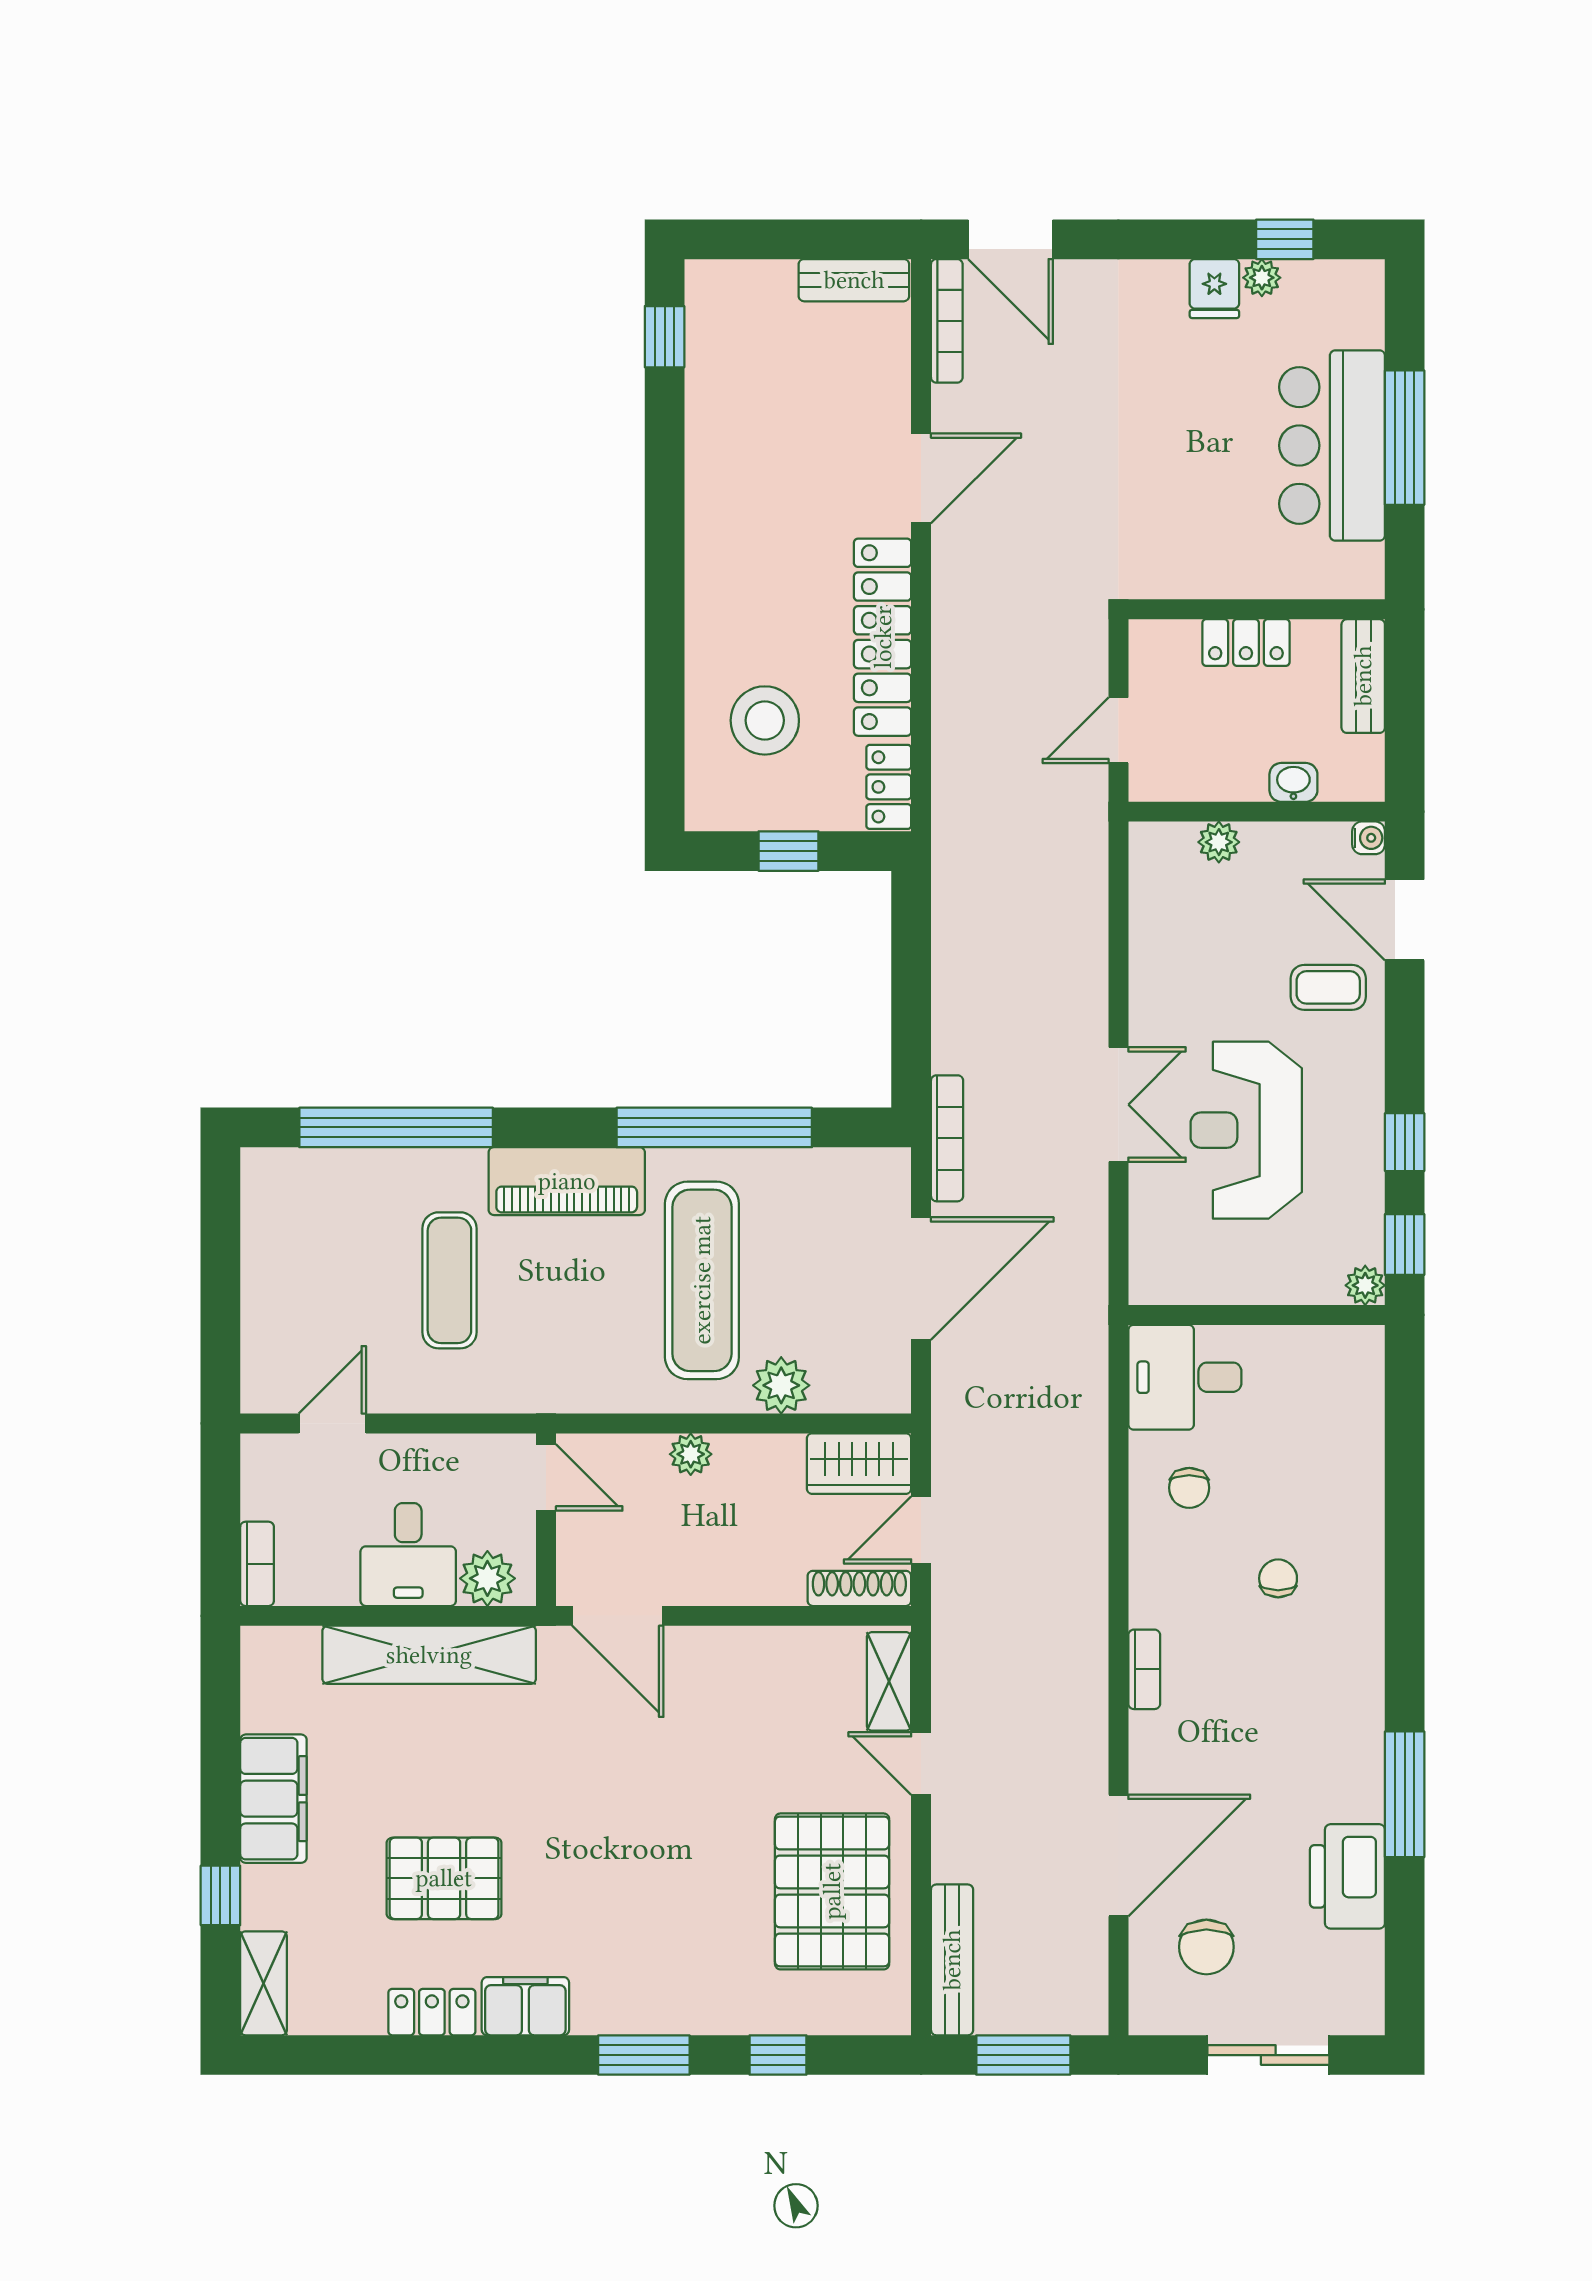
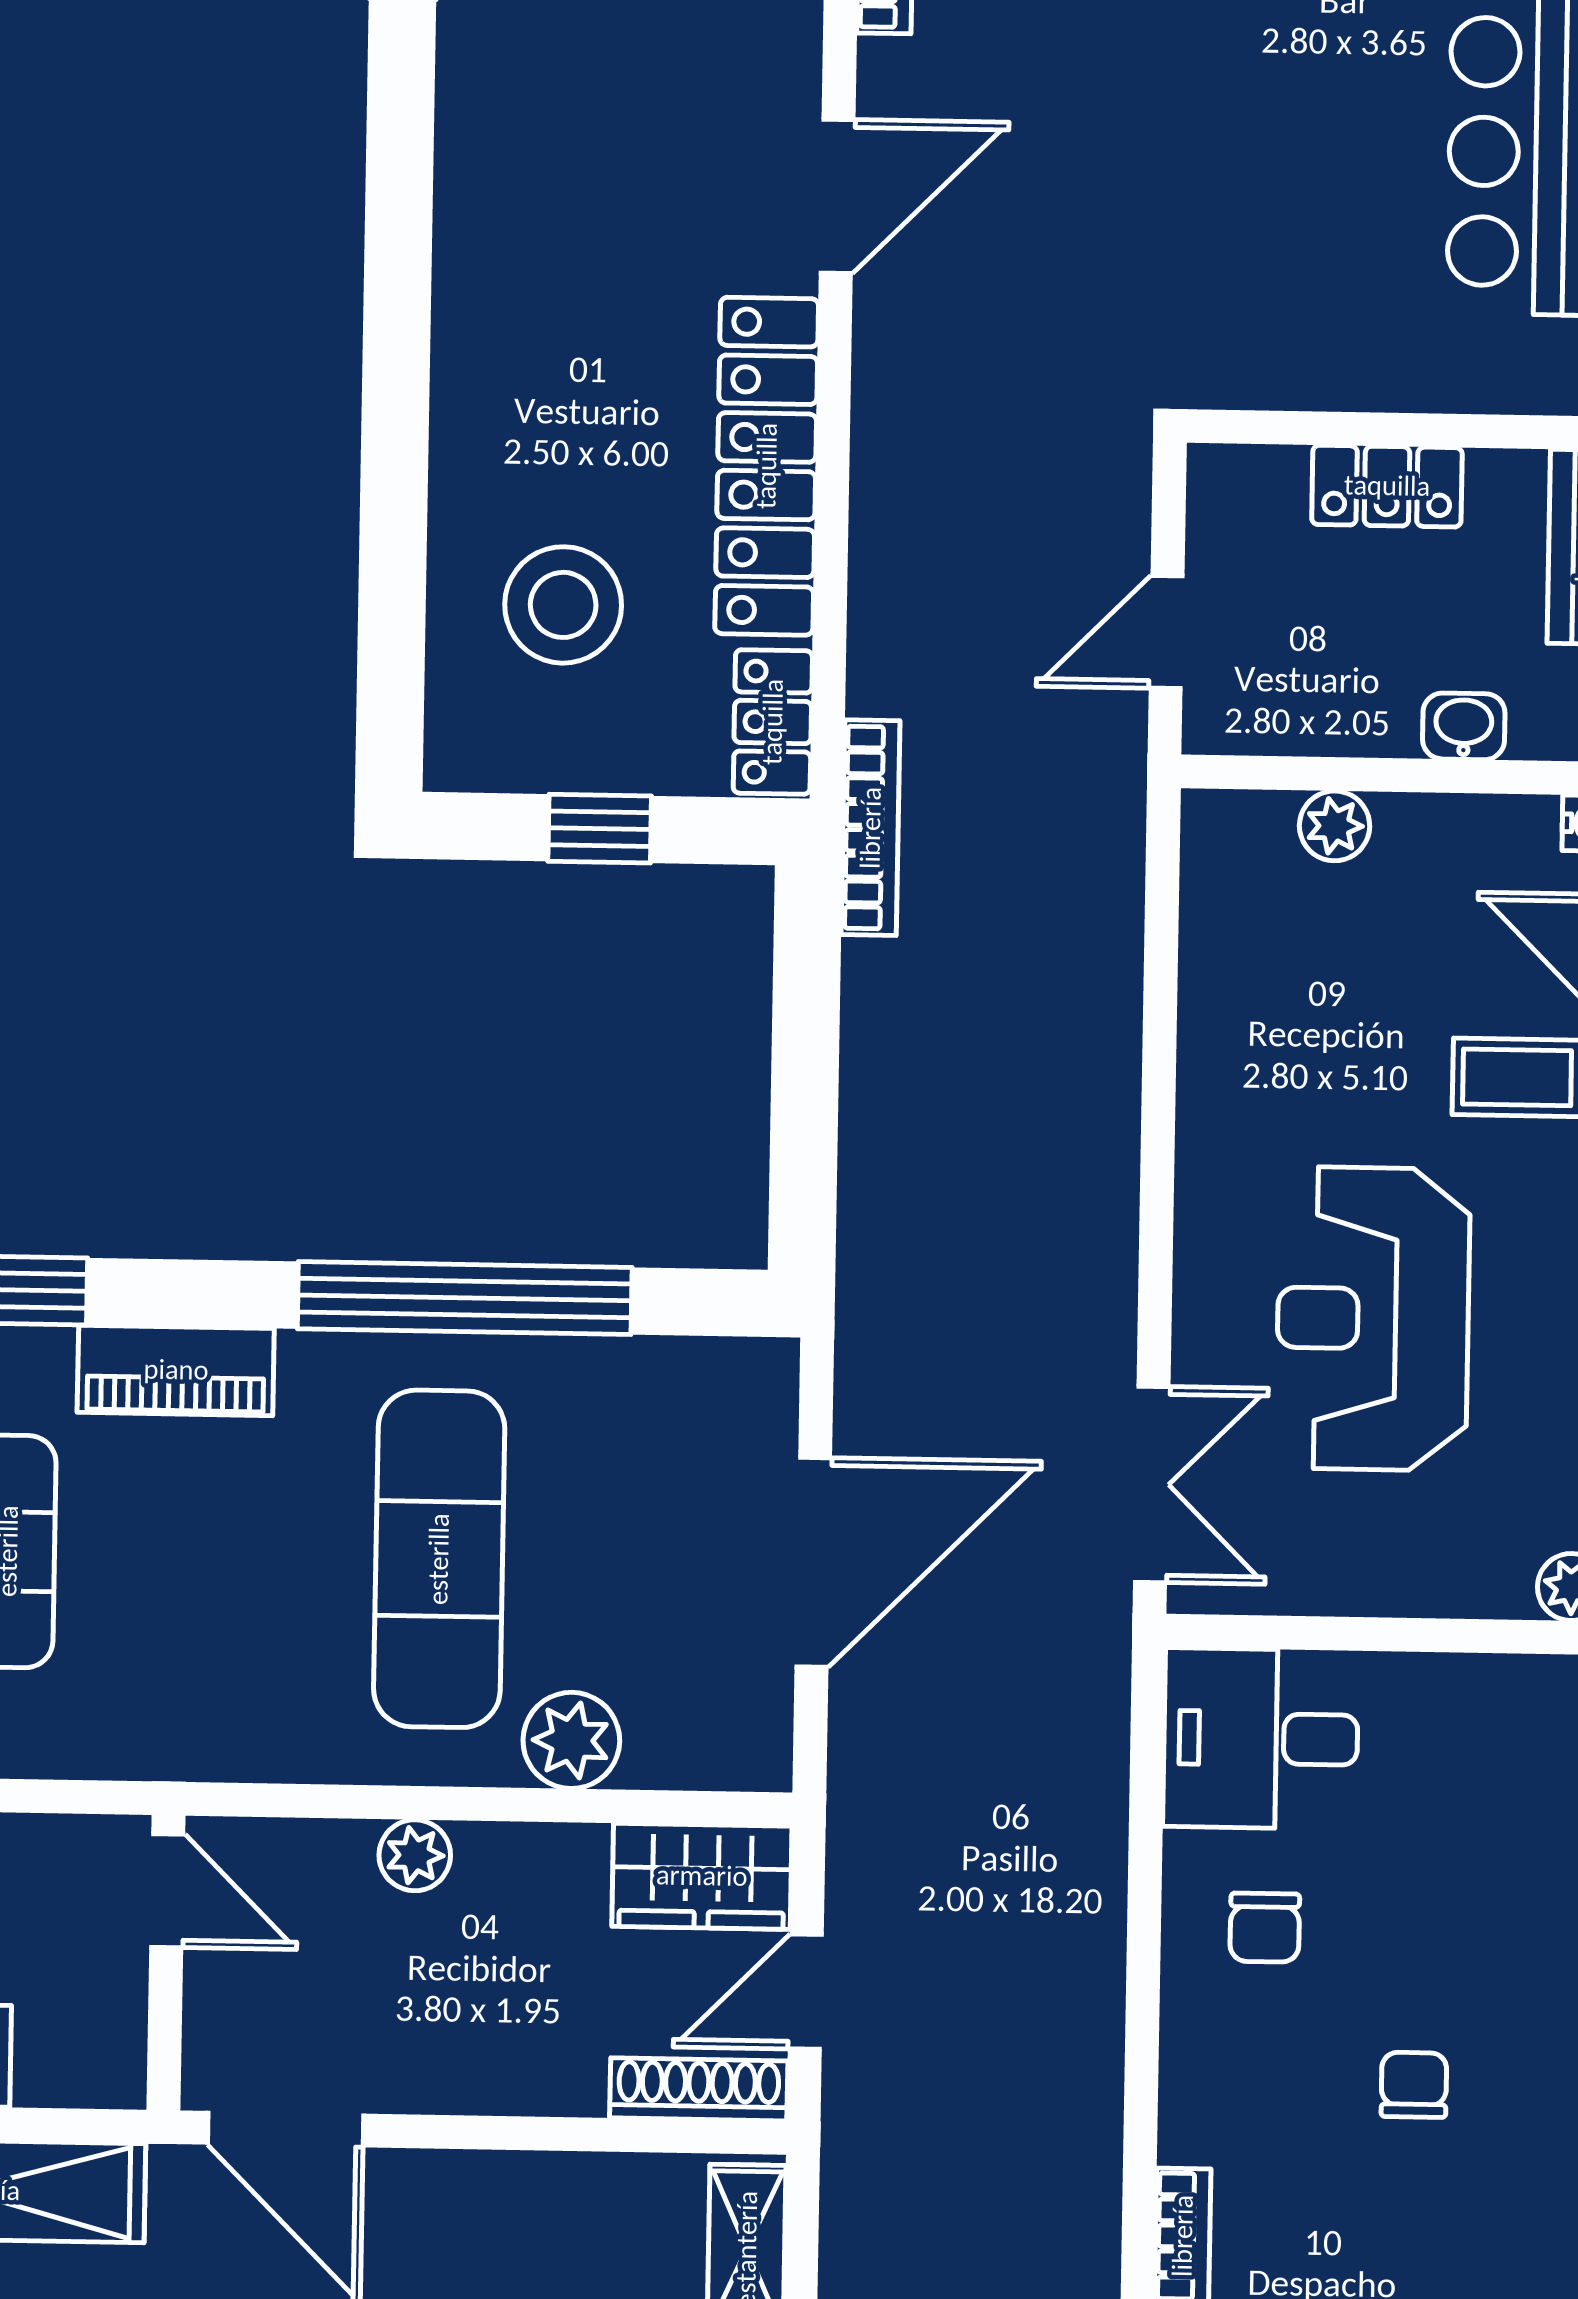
double door: (1118, 1105) -> (1152, 1484), moved
bookcase: (947, 1138) -> (871, 828), moved
piano: (567, 1181) -> (176, 1370), width x0.73, depth x0.75
plant: (487, 1578) -> (64, 2061), removed

